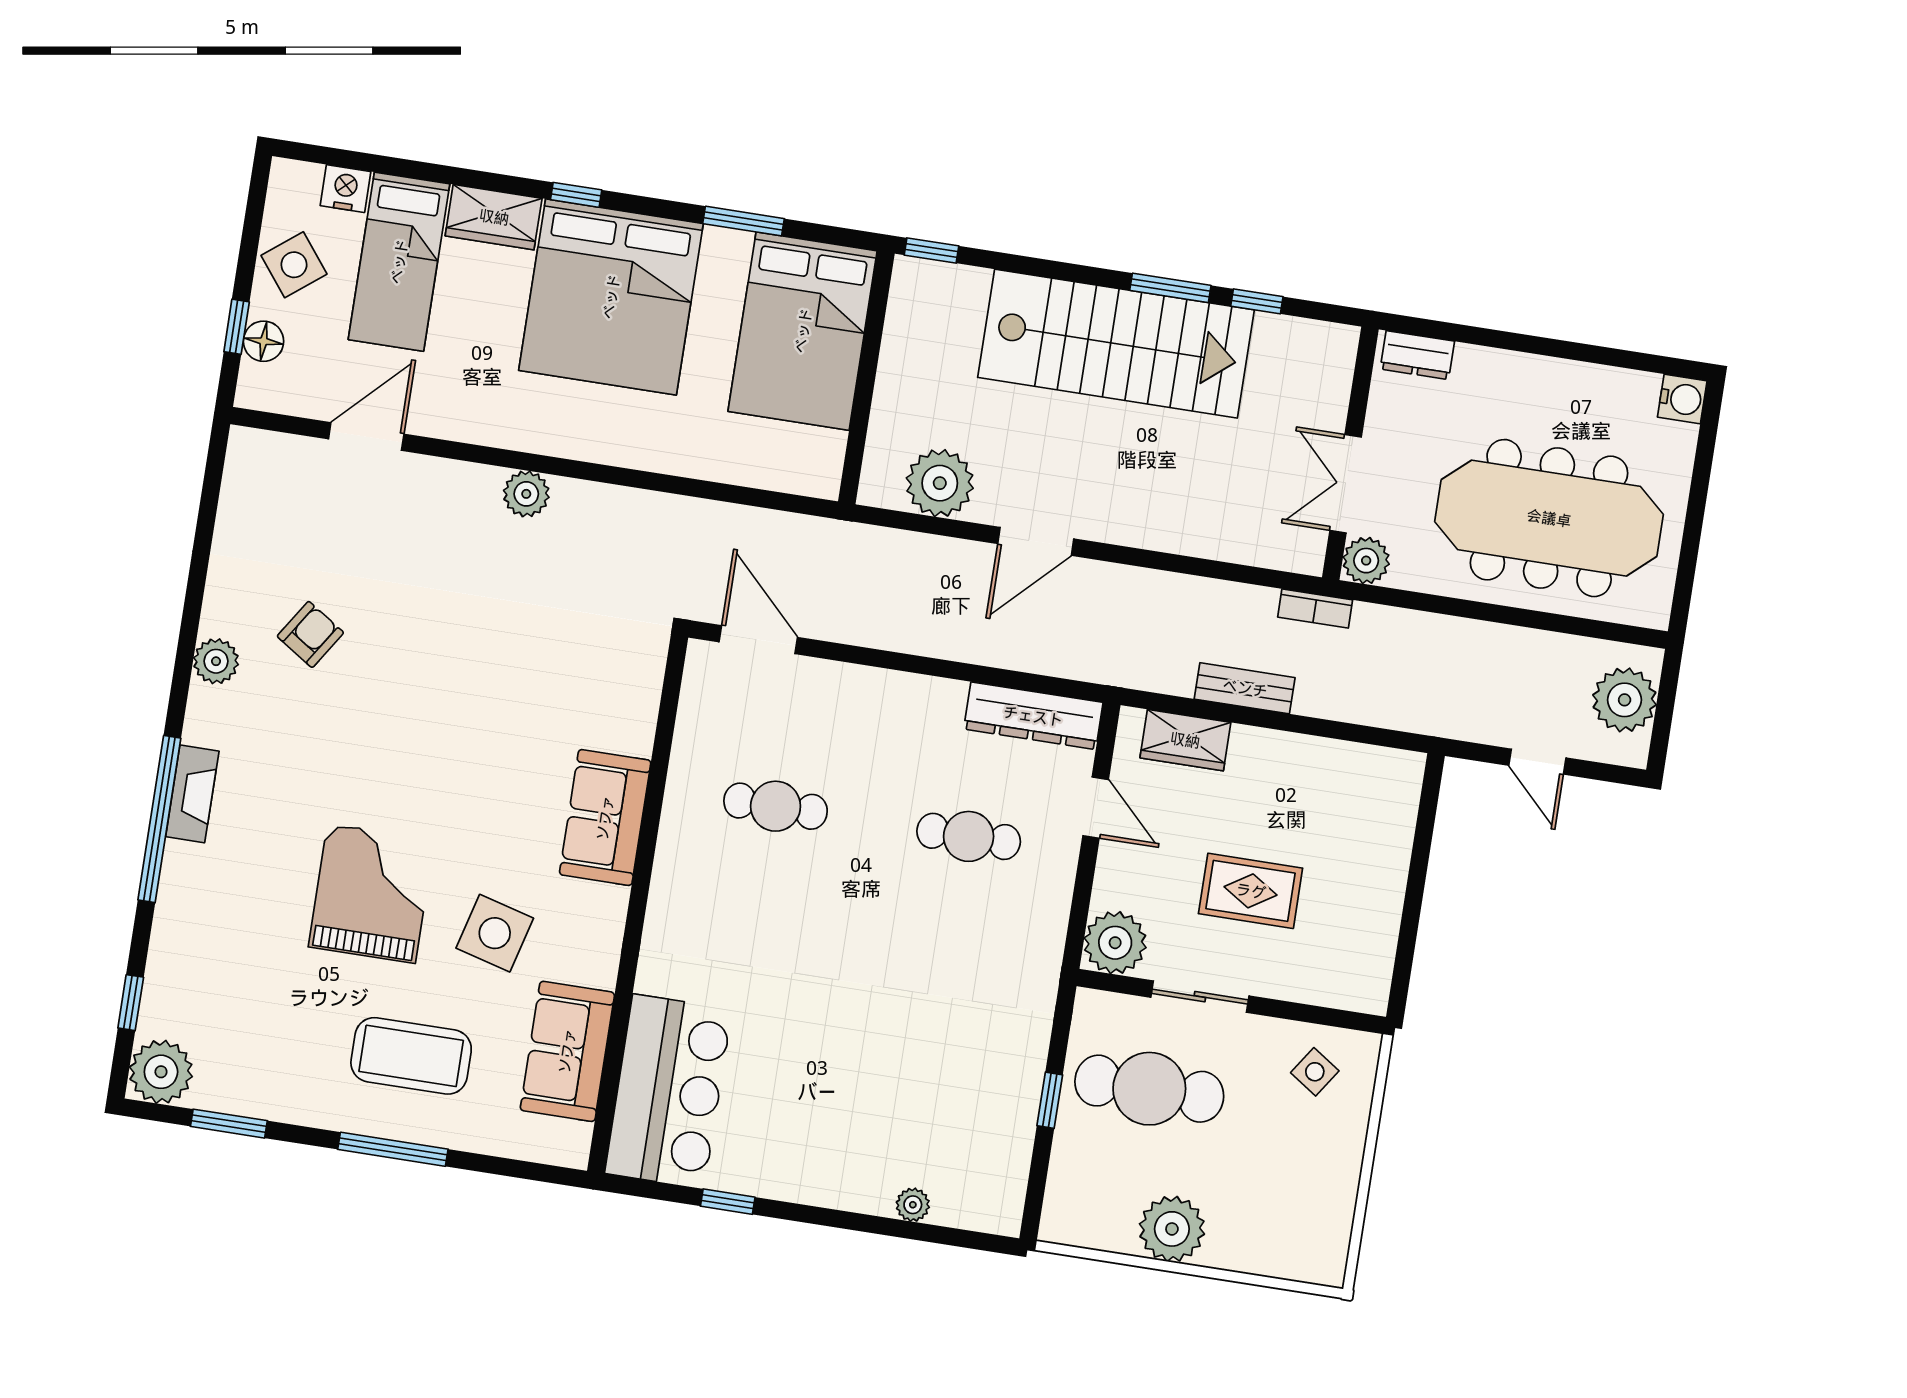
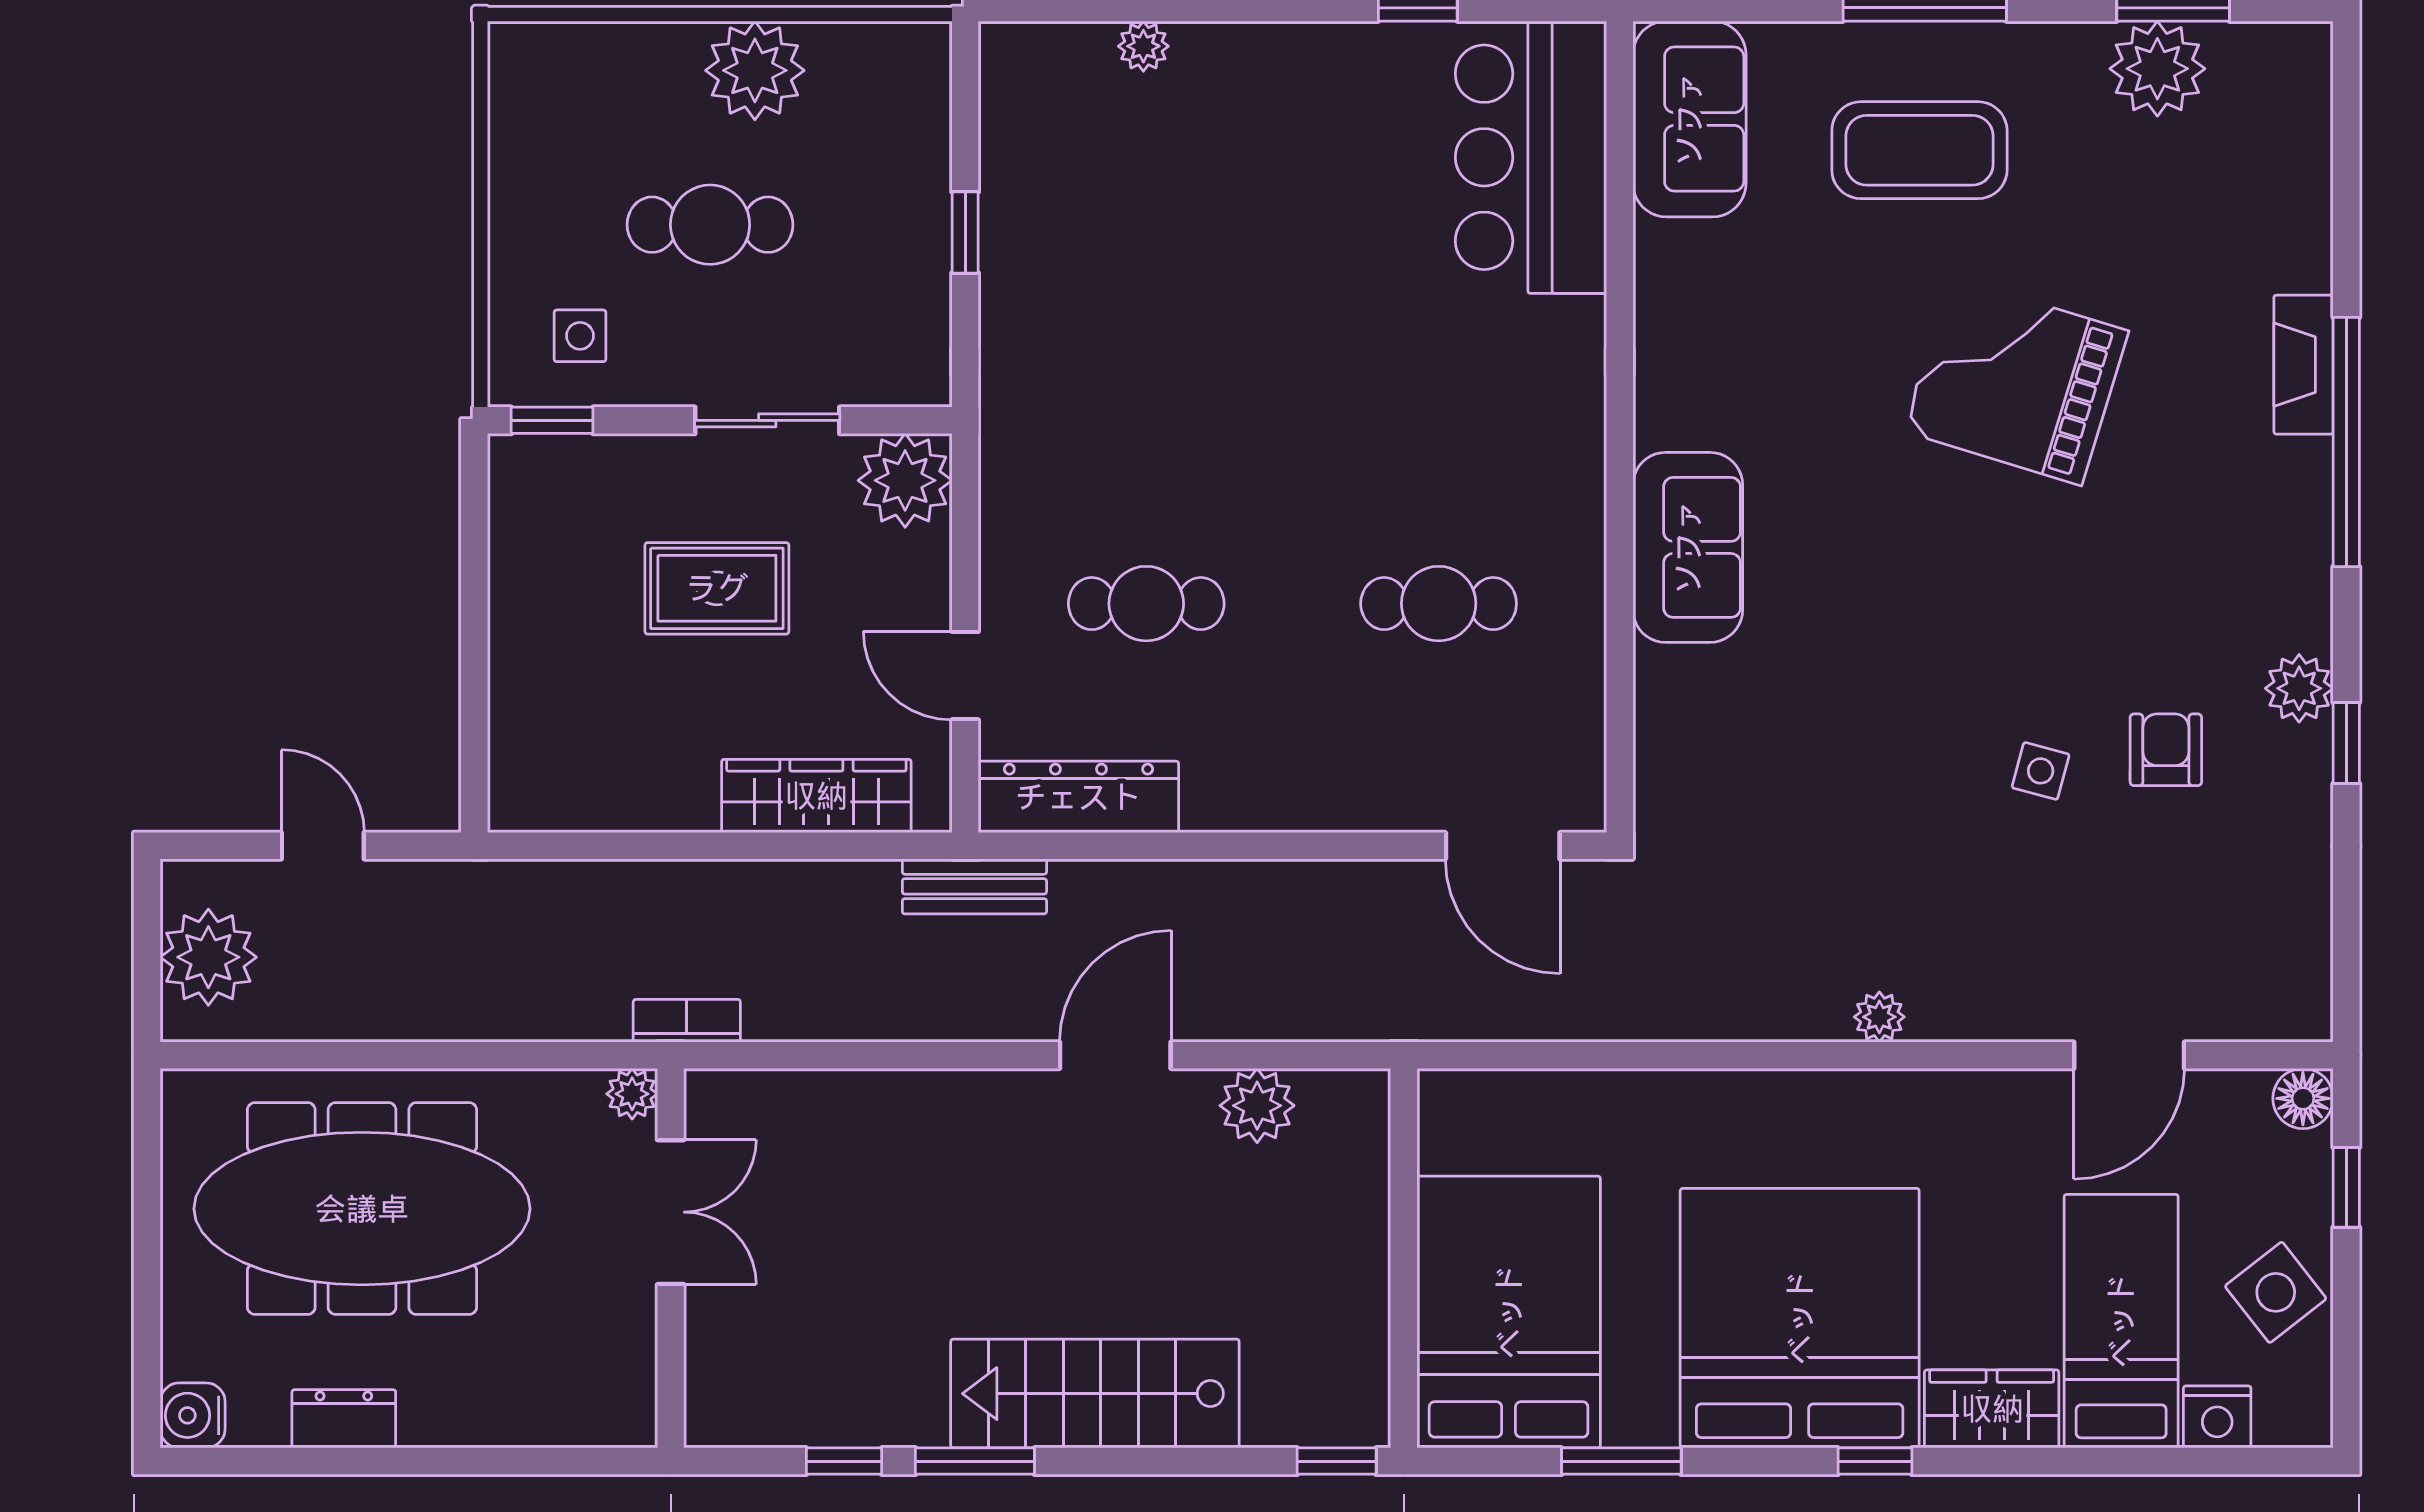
floor lamp: (264, 341) -> (2303, 1098), moved
stairs: (1116, 344) -> (1095, 1394), width x0.73, depth x0.66
dresser: (1417, 355) -> (344, 1419), moved
plant: (940, 483) -> (1257, 1106), width x0.73, depth x0.73
plant: (526, 494) -> (1879, 1017), width x0.73, depth x0.73
plant: (1366, 561) -> (632, 1094), width x0.73, depth x0.73
armchair: (310, 634) -> (2166, 750), turned 147
bench: (1245, 688) -> (974, 886), moved
wardrobe: (1185, 740) -> (816, 796), width x1.50
fireplace: (192, 794) -> (2303, 365), moved
grand piano: (371, 893) -> (2016, 381), turned 107
side table: (495, 933) -> (2041, 771), moved, width x0.54, depth x0.54
window: (131, 1003) -> (2346, 743), moved
window: (1342, 1019) -> (552, 420), added
sofa: (567, 1051) -> (1689, 119), moved
plant: (161, 1072) -> (2157, 69), moved
side table: (1315, 1072) -> (580, 336), turned -34
cafe table: (1149, 1089) -> (710, 225), moved, width x0.73, depth x0.74

